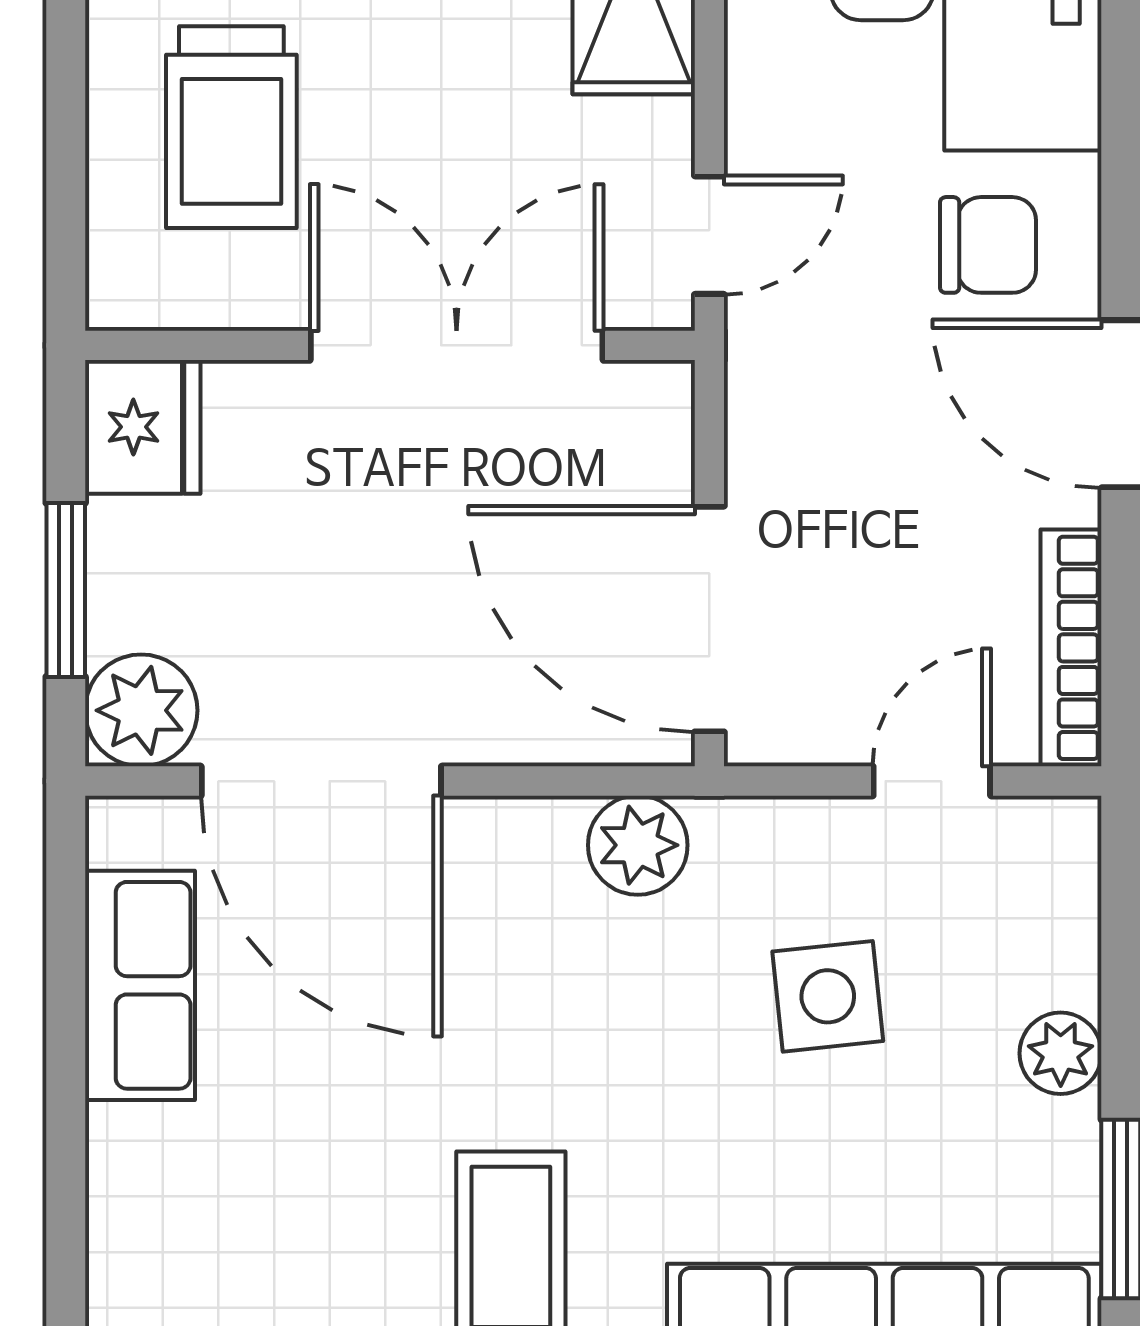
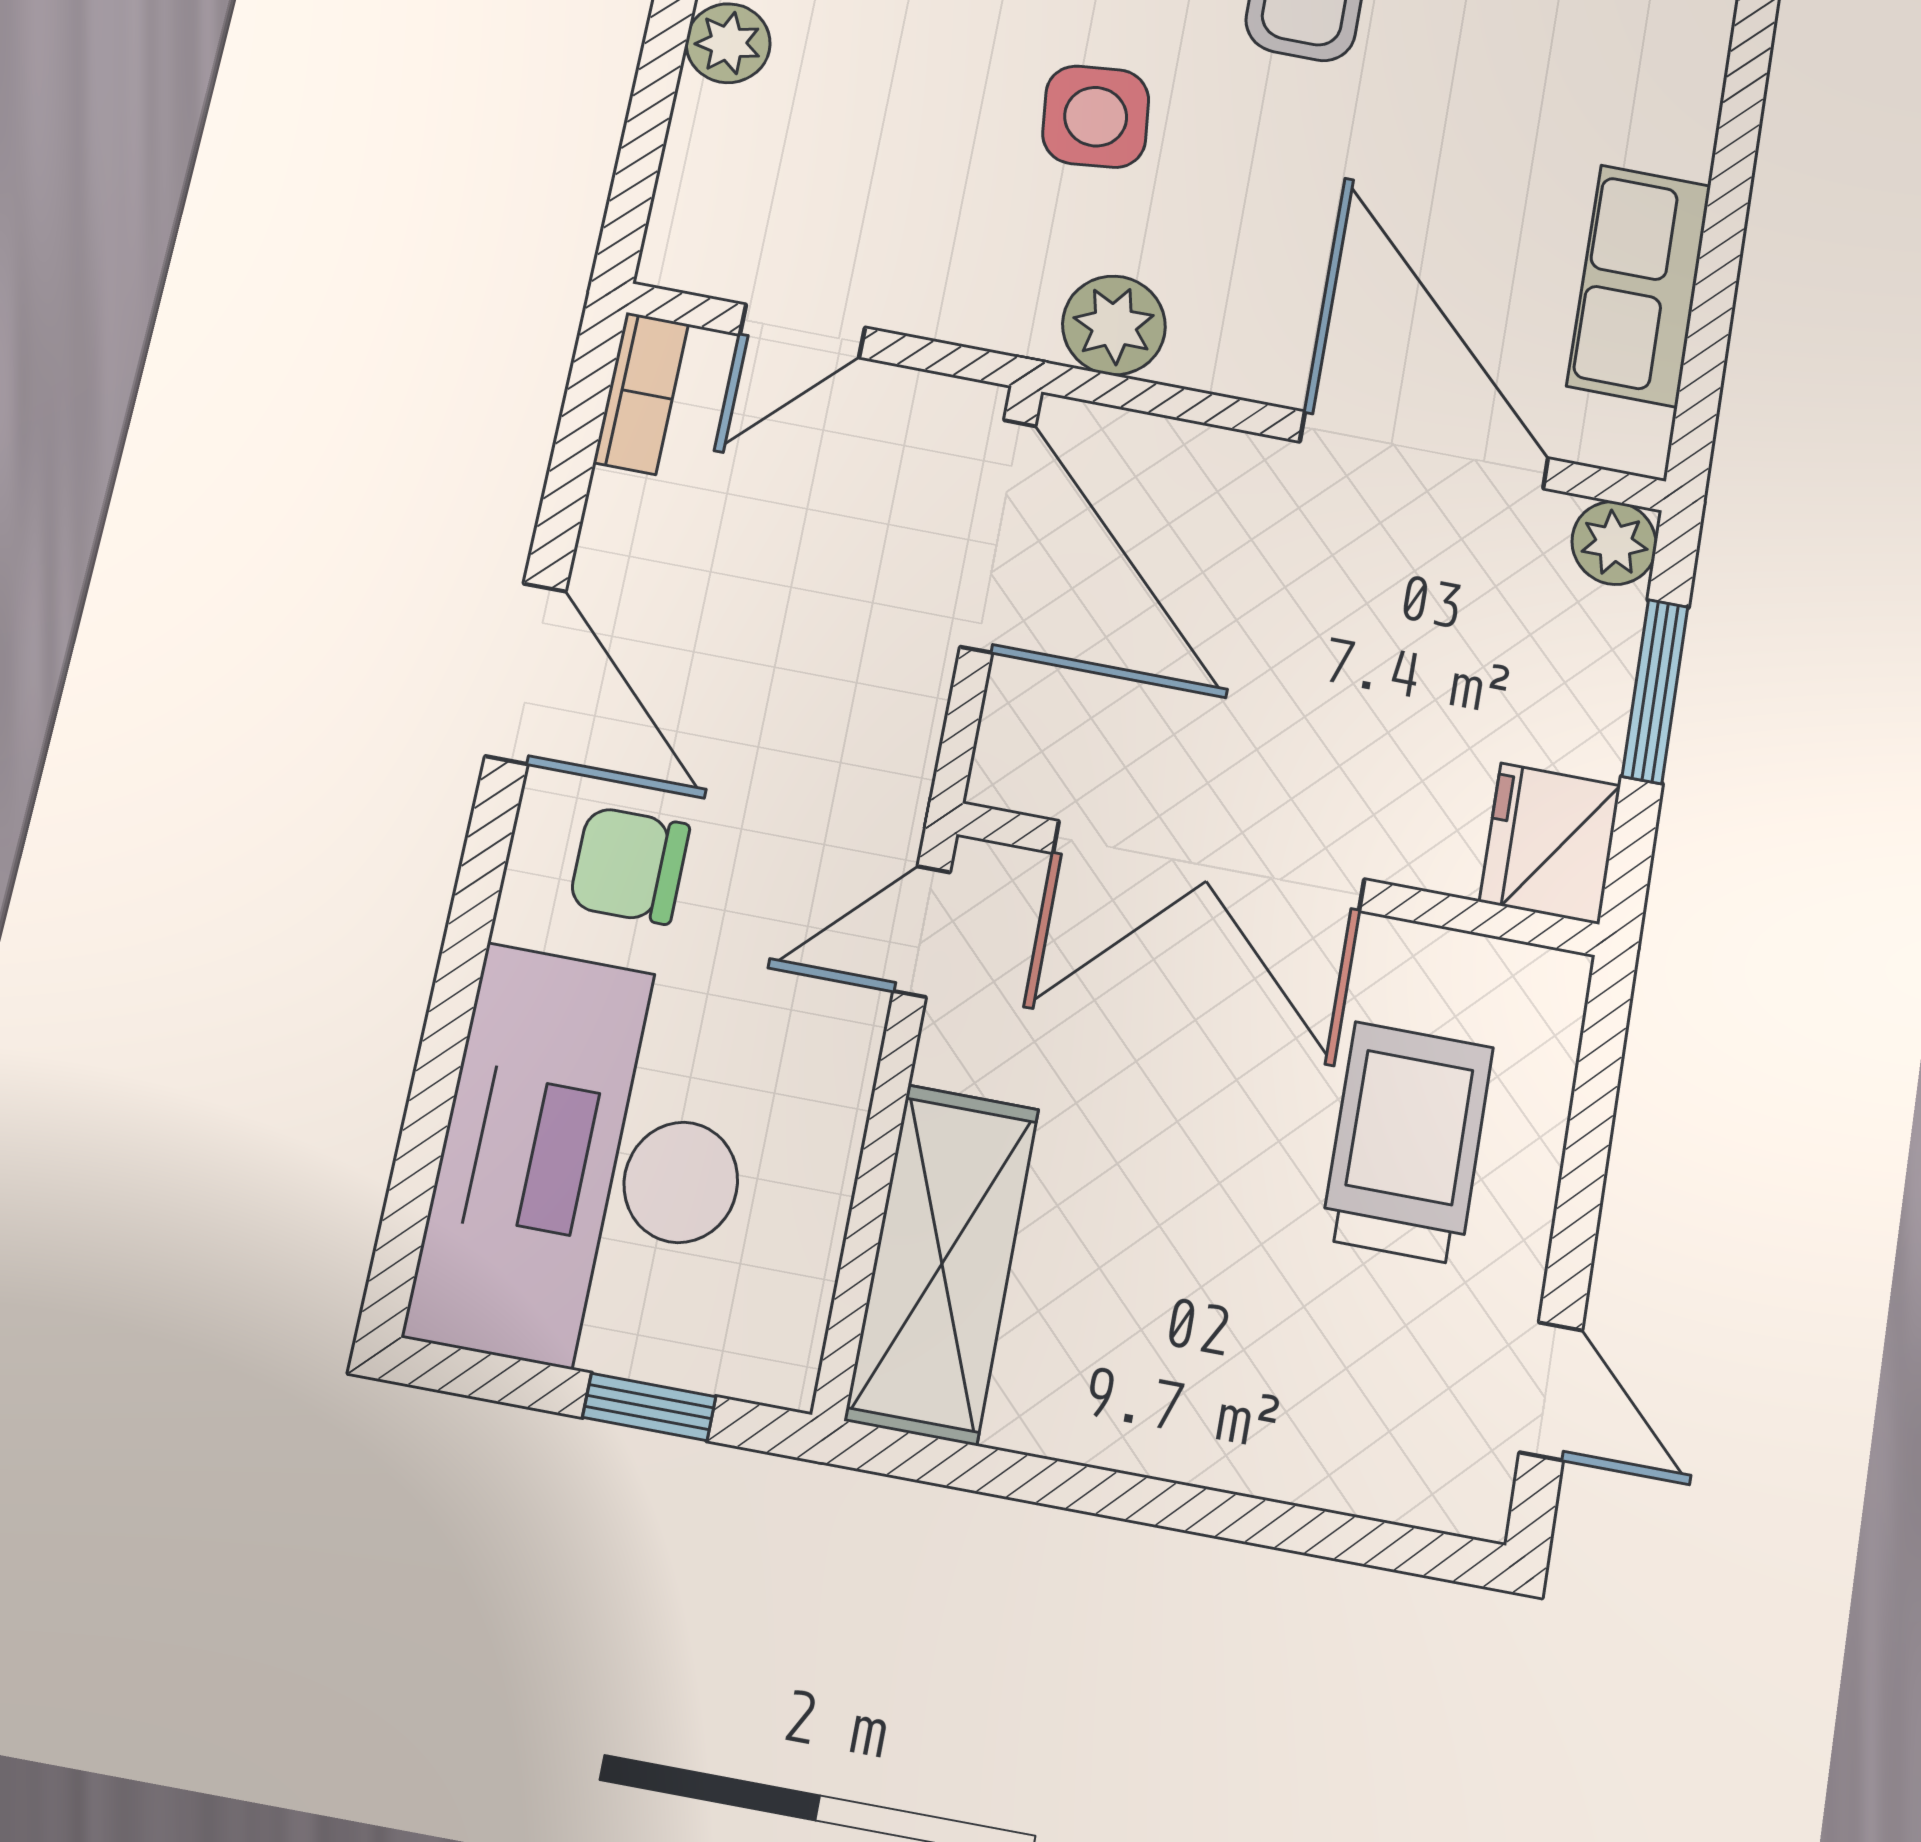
bookcase: (1071, 648) -> (641, 393), width x0.64
plant: (141, 710) -> (1614, 543), width x0.73, depth x0.73
side table: (828, 996) -> (1096, 117), moved

